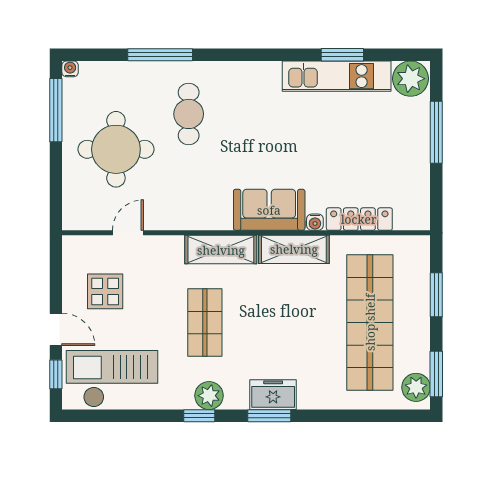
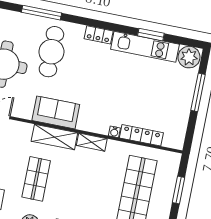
locker: (259, 72) -> (99, 35), added
cafe table: (189, 114) -> (51, 52), width x1.37, depth x1.35
sofa: (269, 210) -> (56, 112), moved
shelving: (294, 249) -> (92, 142), width x0.67, depth x0.75

